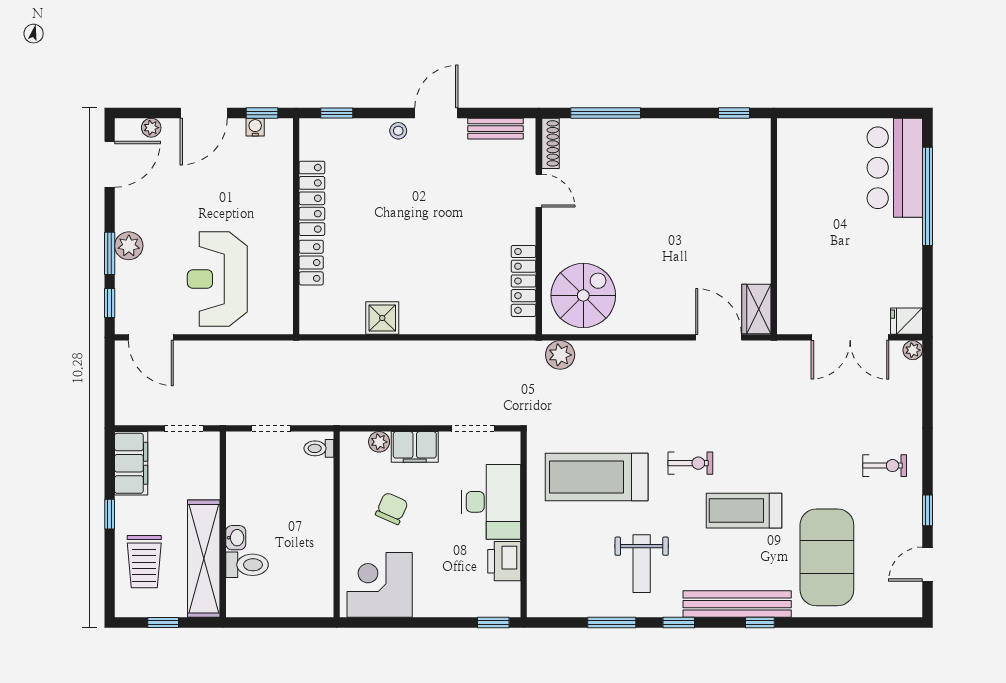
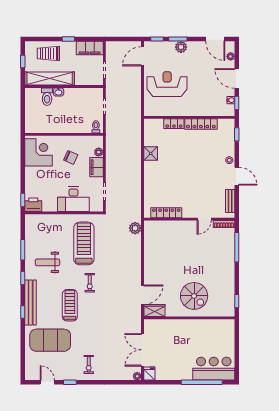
spiral stairs: (583, 295) -> (194, 296), moved
printer: (504, 561) -> (33, 205), moved

